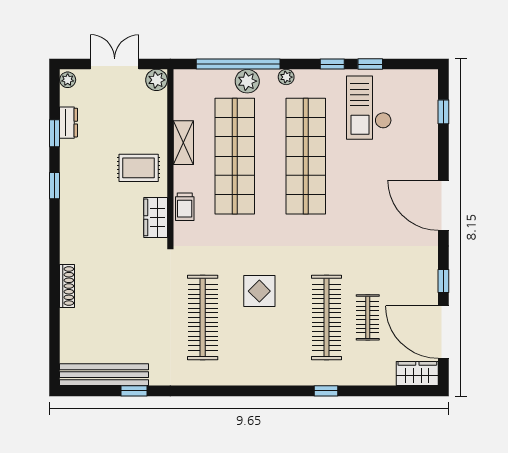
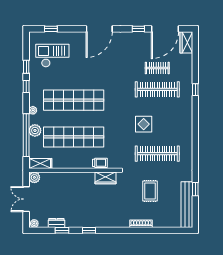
checkout: (369, 108) -> (52, 56), moved, turned 180
shelving: (183, 143) -> (40, 164), moved
rug: (139, 168) -> (150, 191), moved

